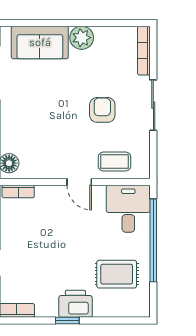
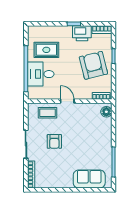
plant: (82, 38) -> (66, 182), removed
desk: (128, 209) -> (41, 74), moved, turned 90
armchair: (32, 246) -> (93, 65), added
printer: (75, 304) -> (82, 33), moved

